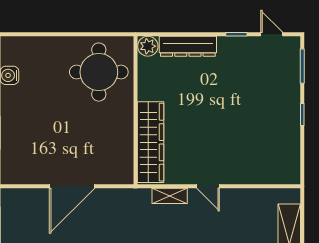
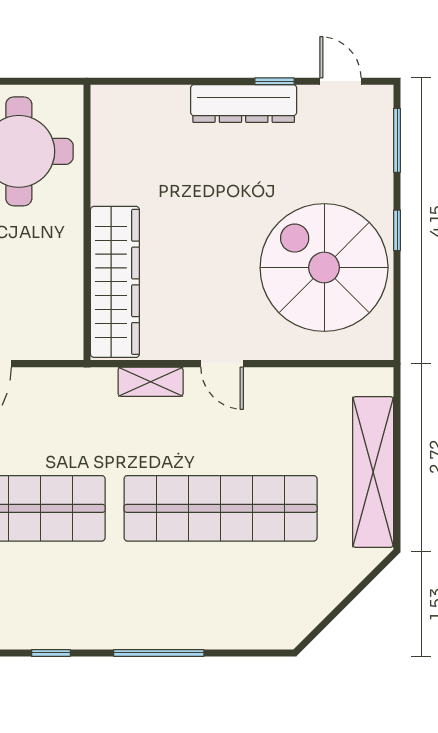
plant: (148, 46) -> (110, 103), removed
dresser: (188, 46) -> (244, 104), moved
spiral stairs: (263, 134) -> (324, 268), added

